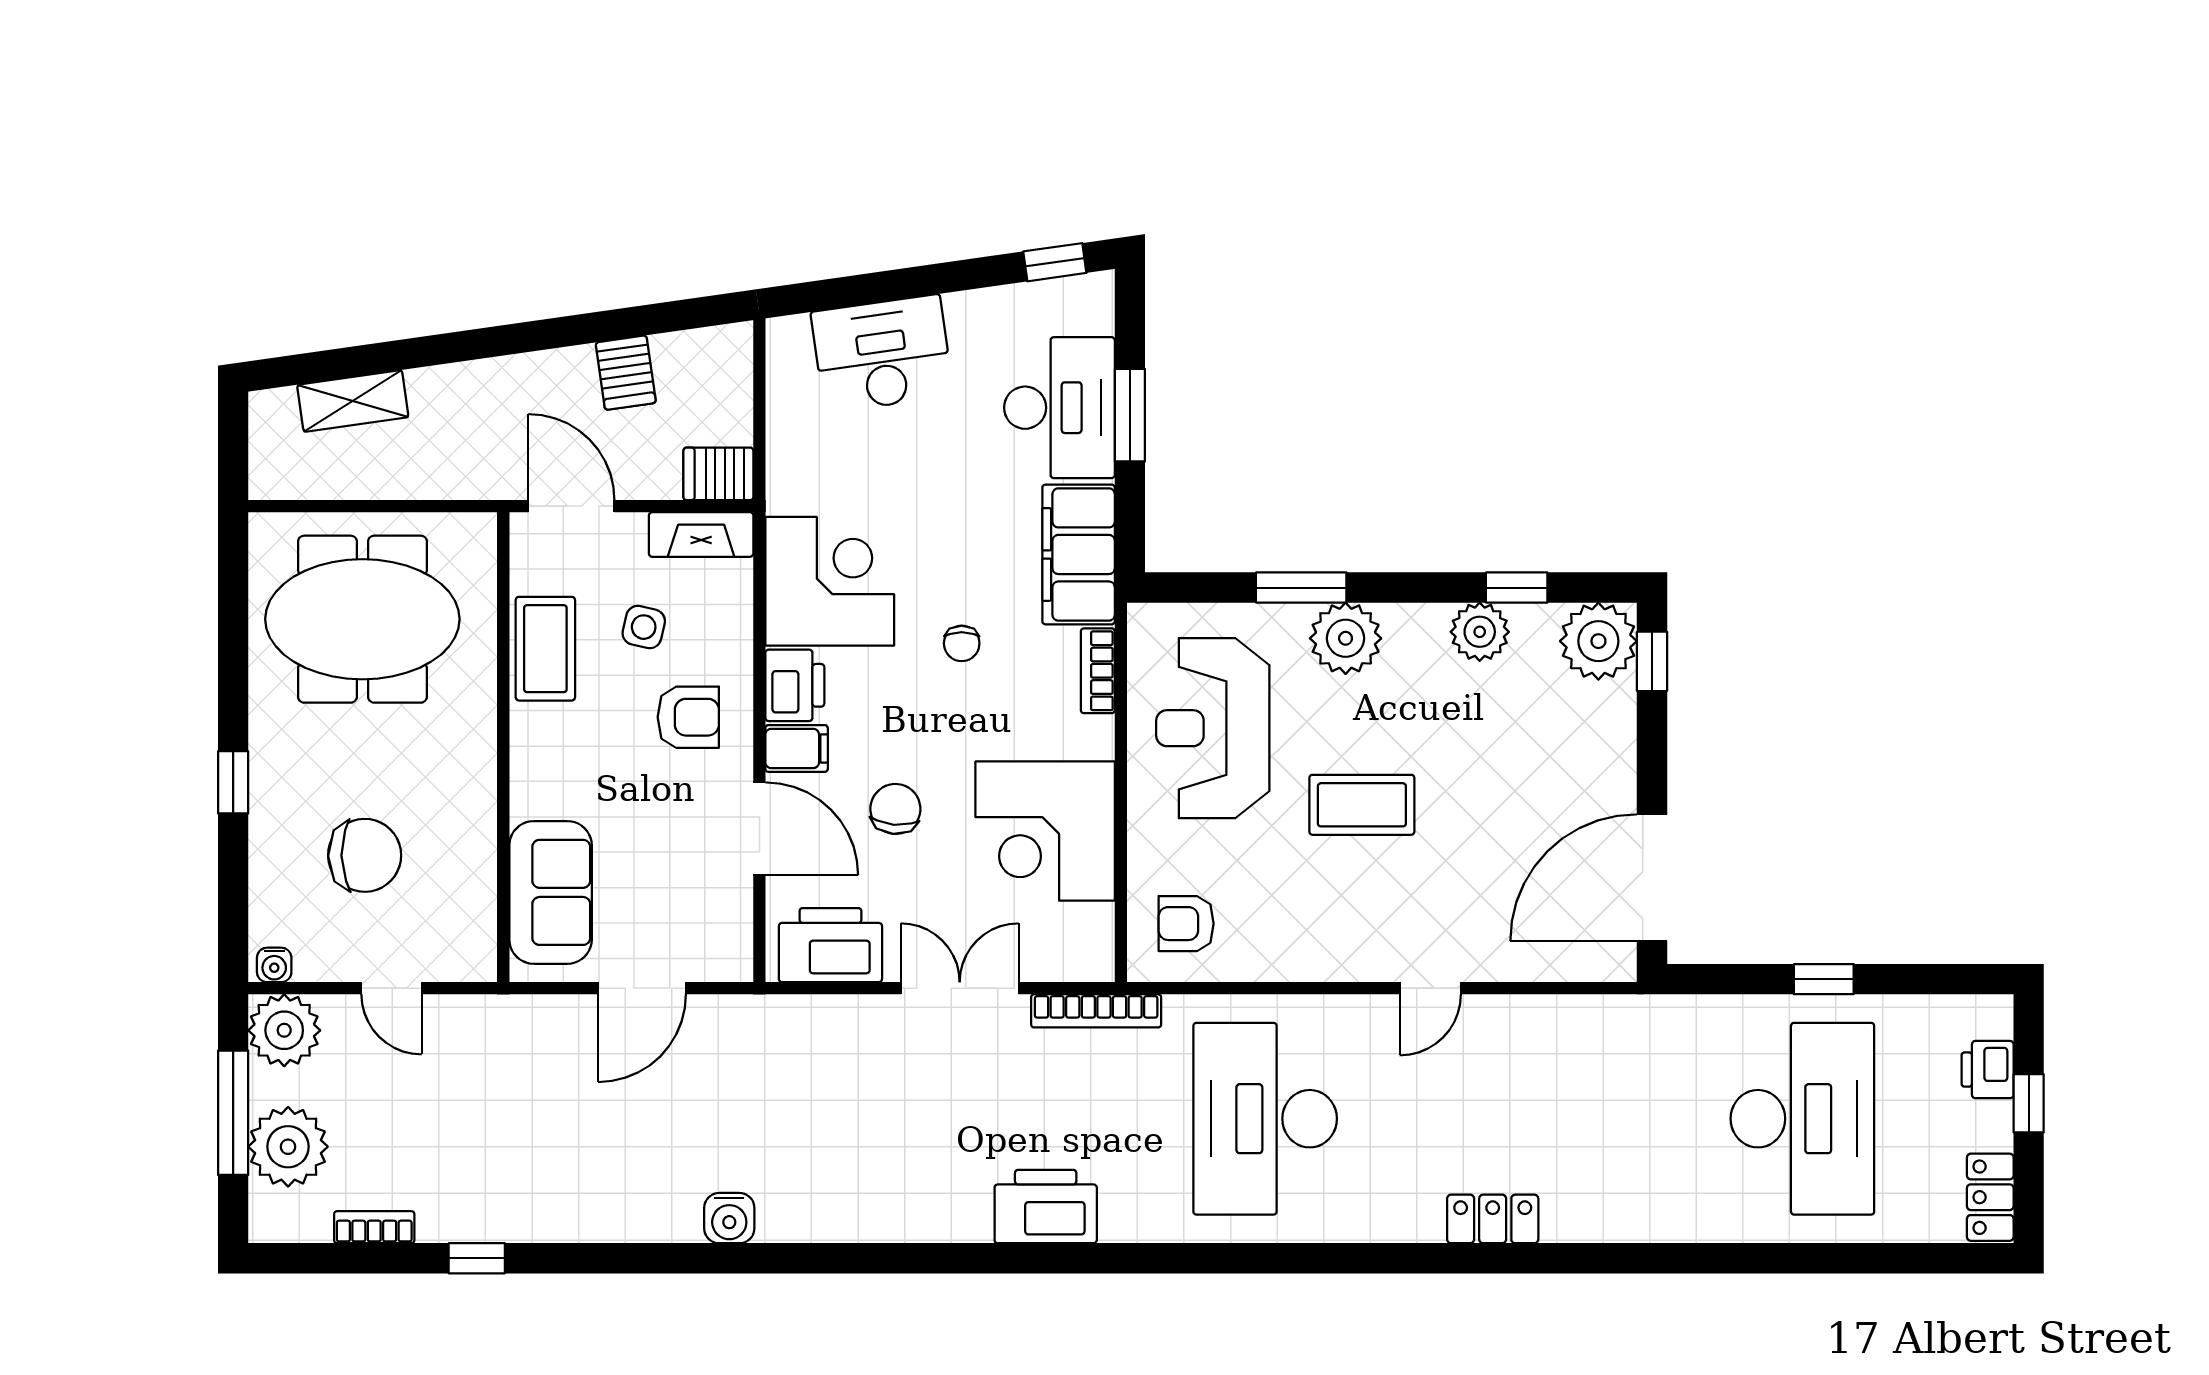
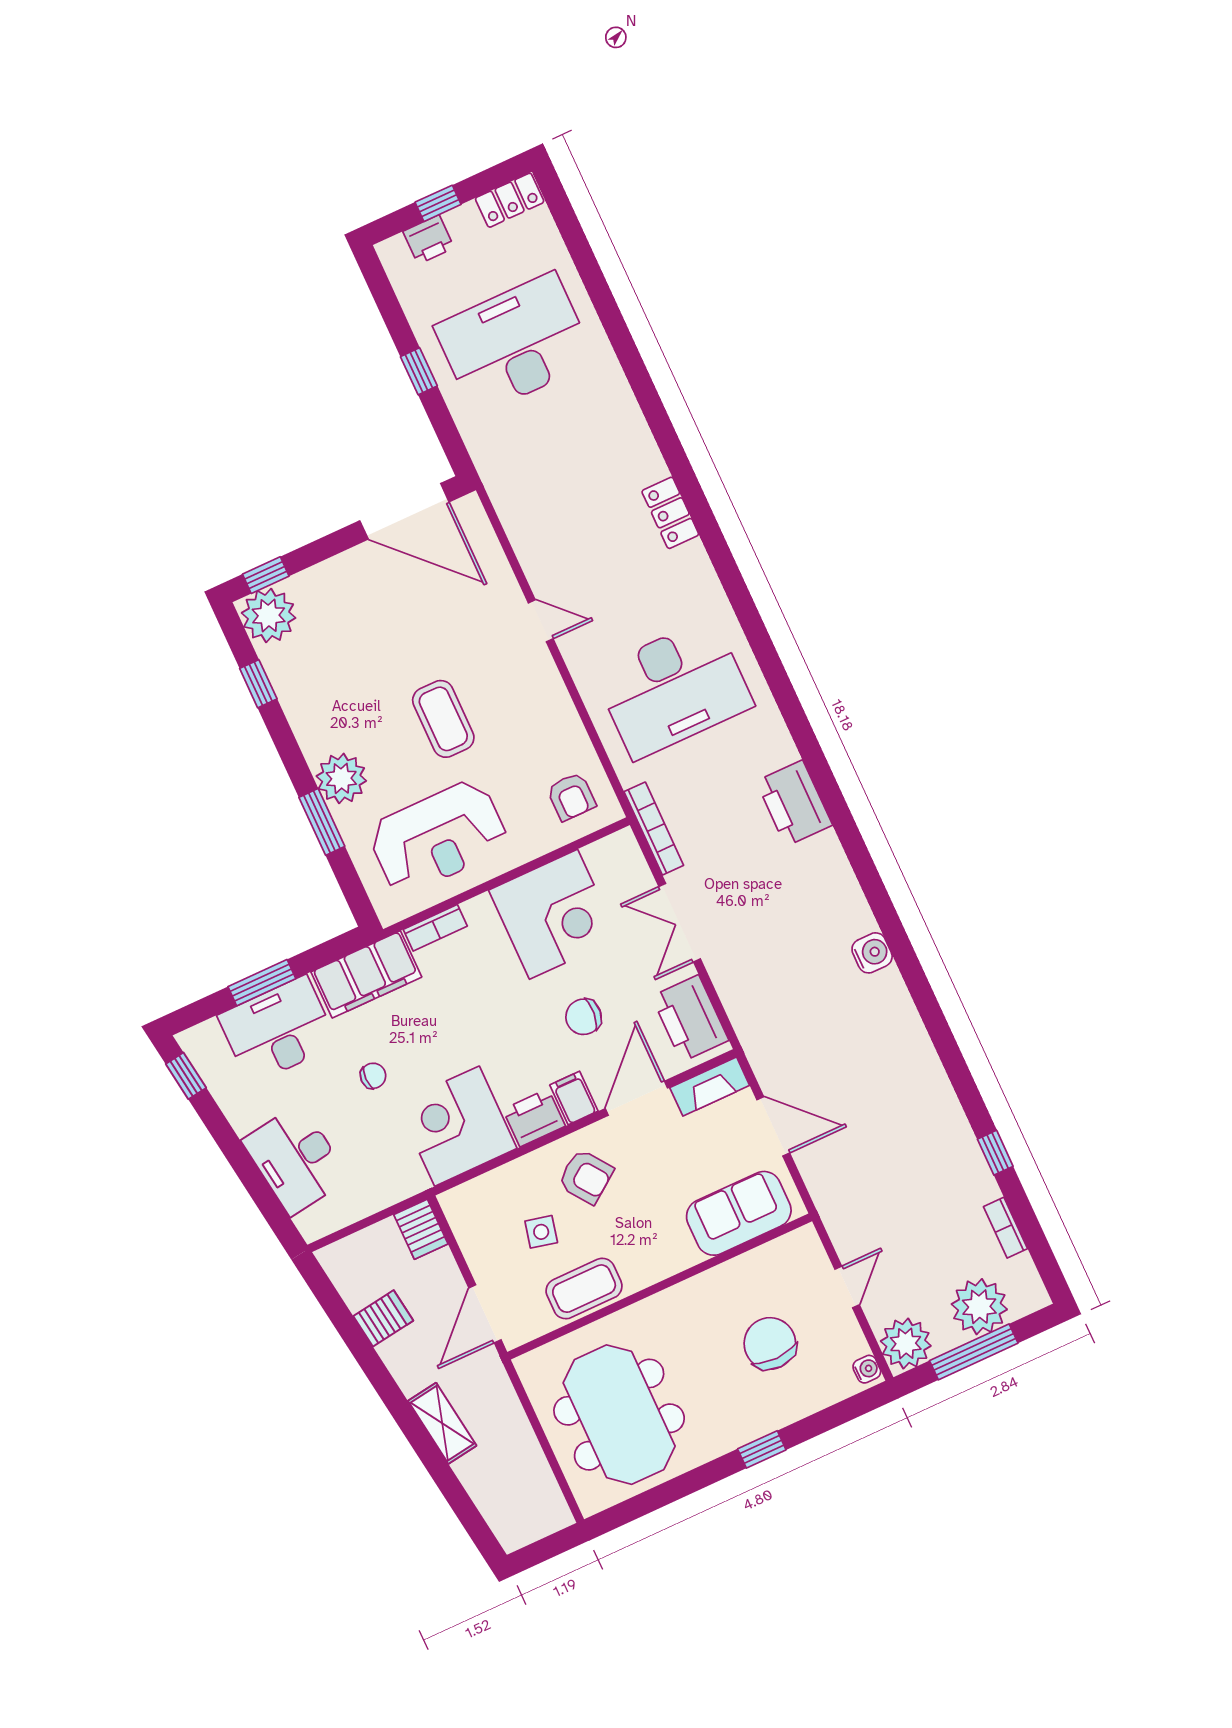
shelving: (353, 401) -> (442, 1423), moved
fireplace: (701, 534) -> (710, 1087), moved, turned 90
plant: (1480, 632) -> (298, 694), removed
chair: (962, 643) -> (373, 1076), moved
armchair: (688, 717) -> (586, 1177), turned 144
water cooler: (729, 1218) -> (872, 953), moved

